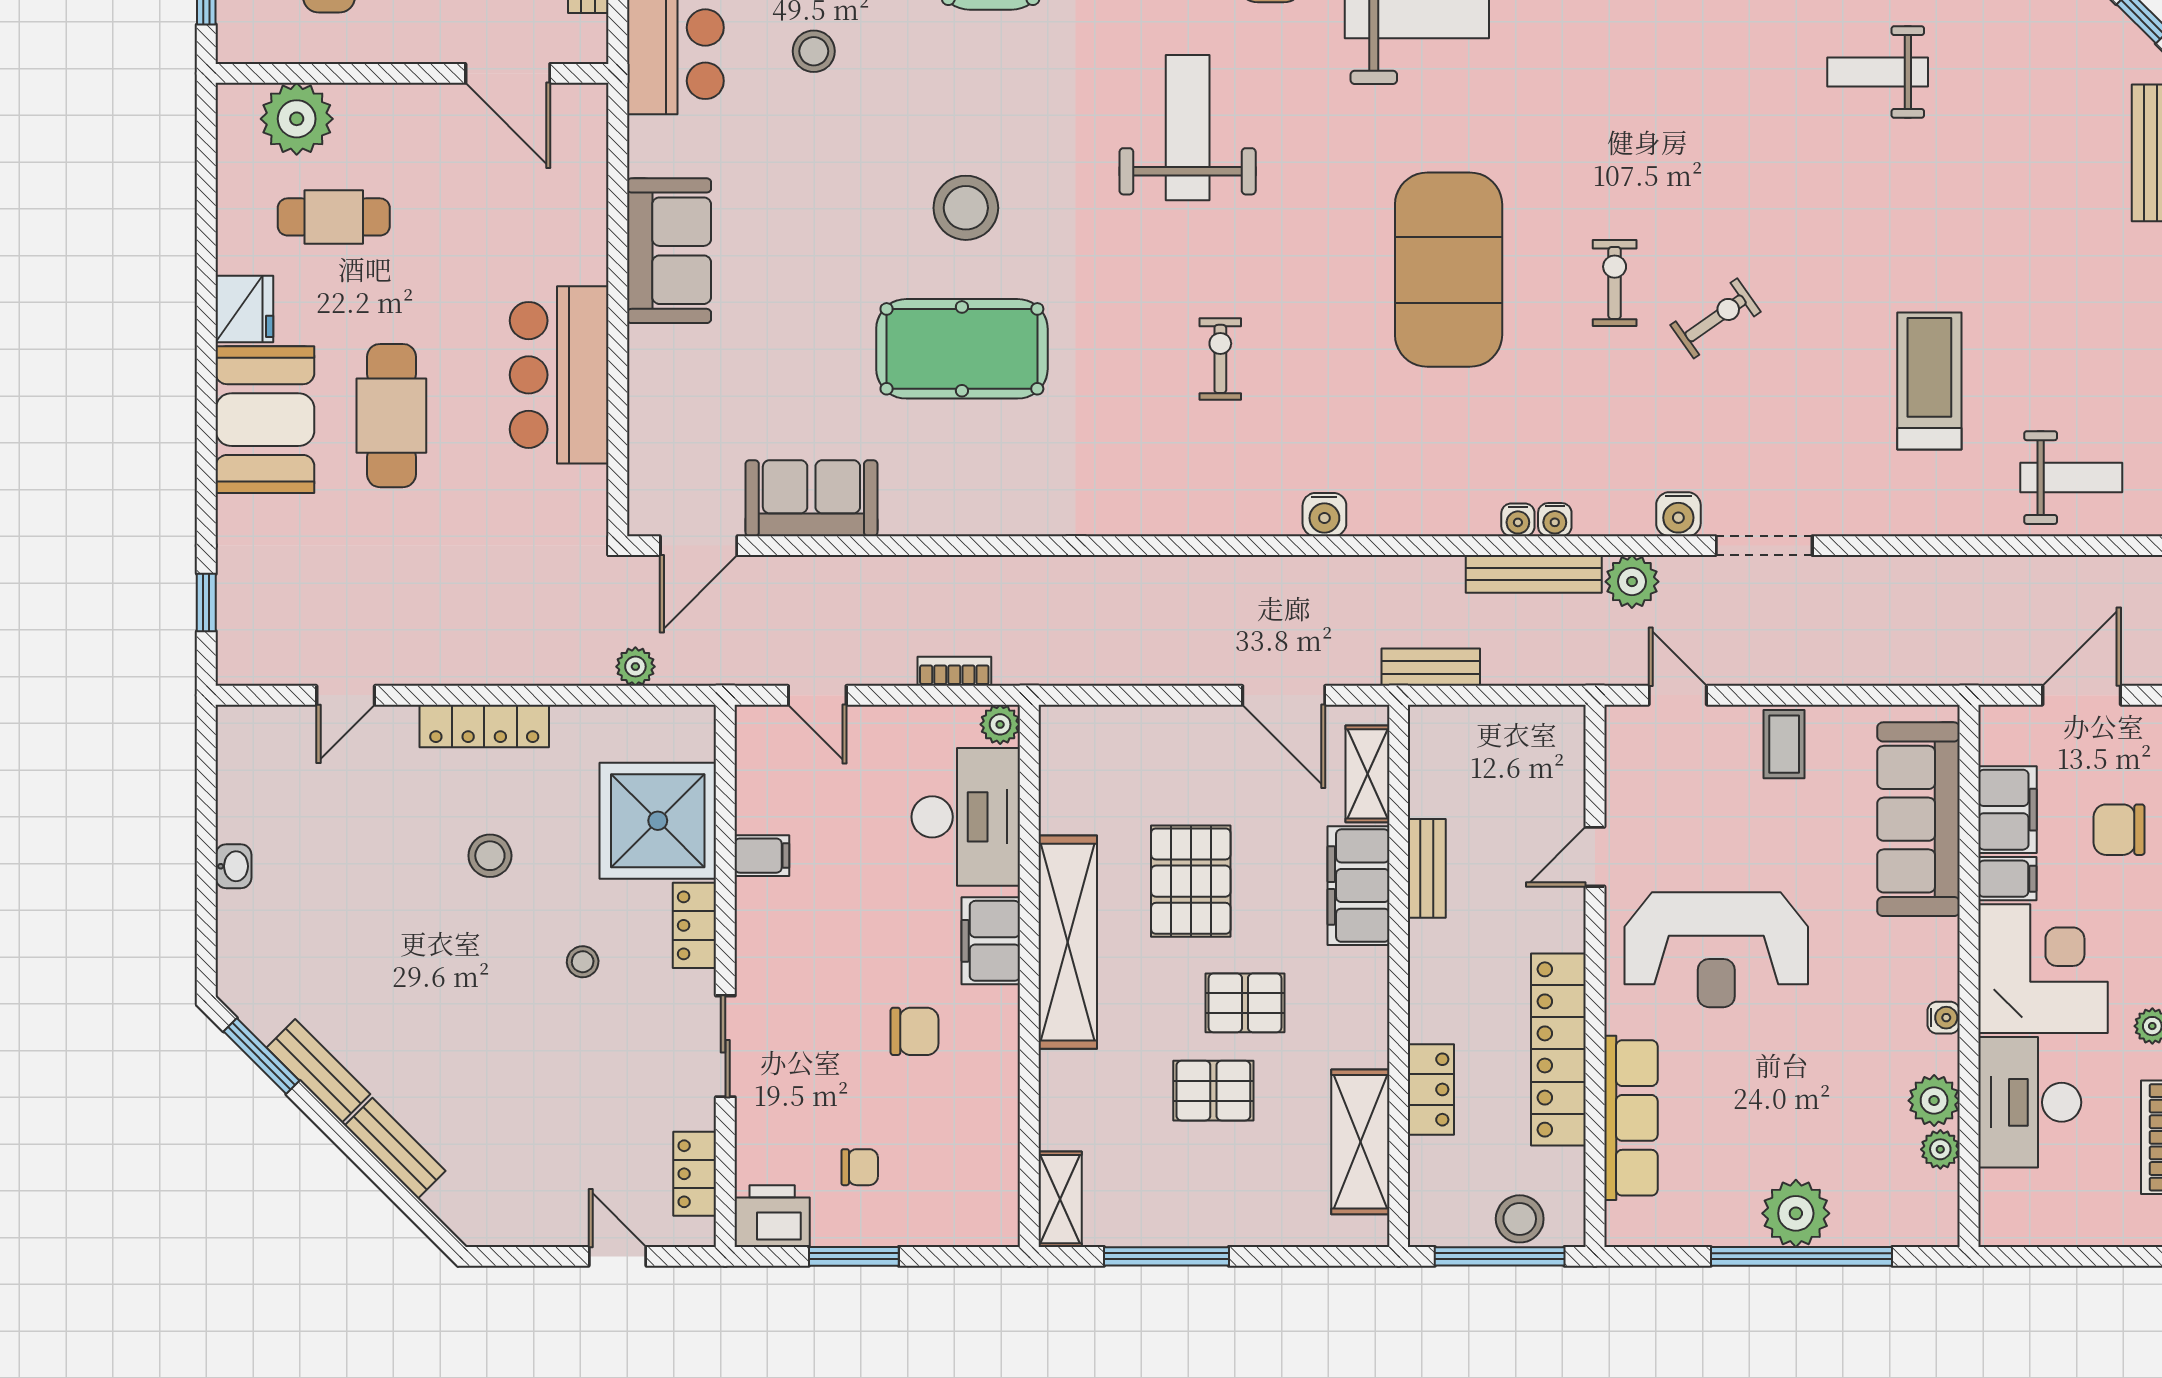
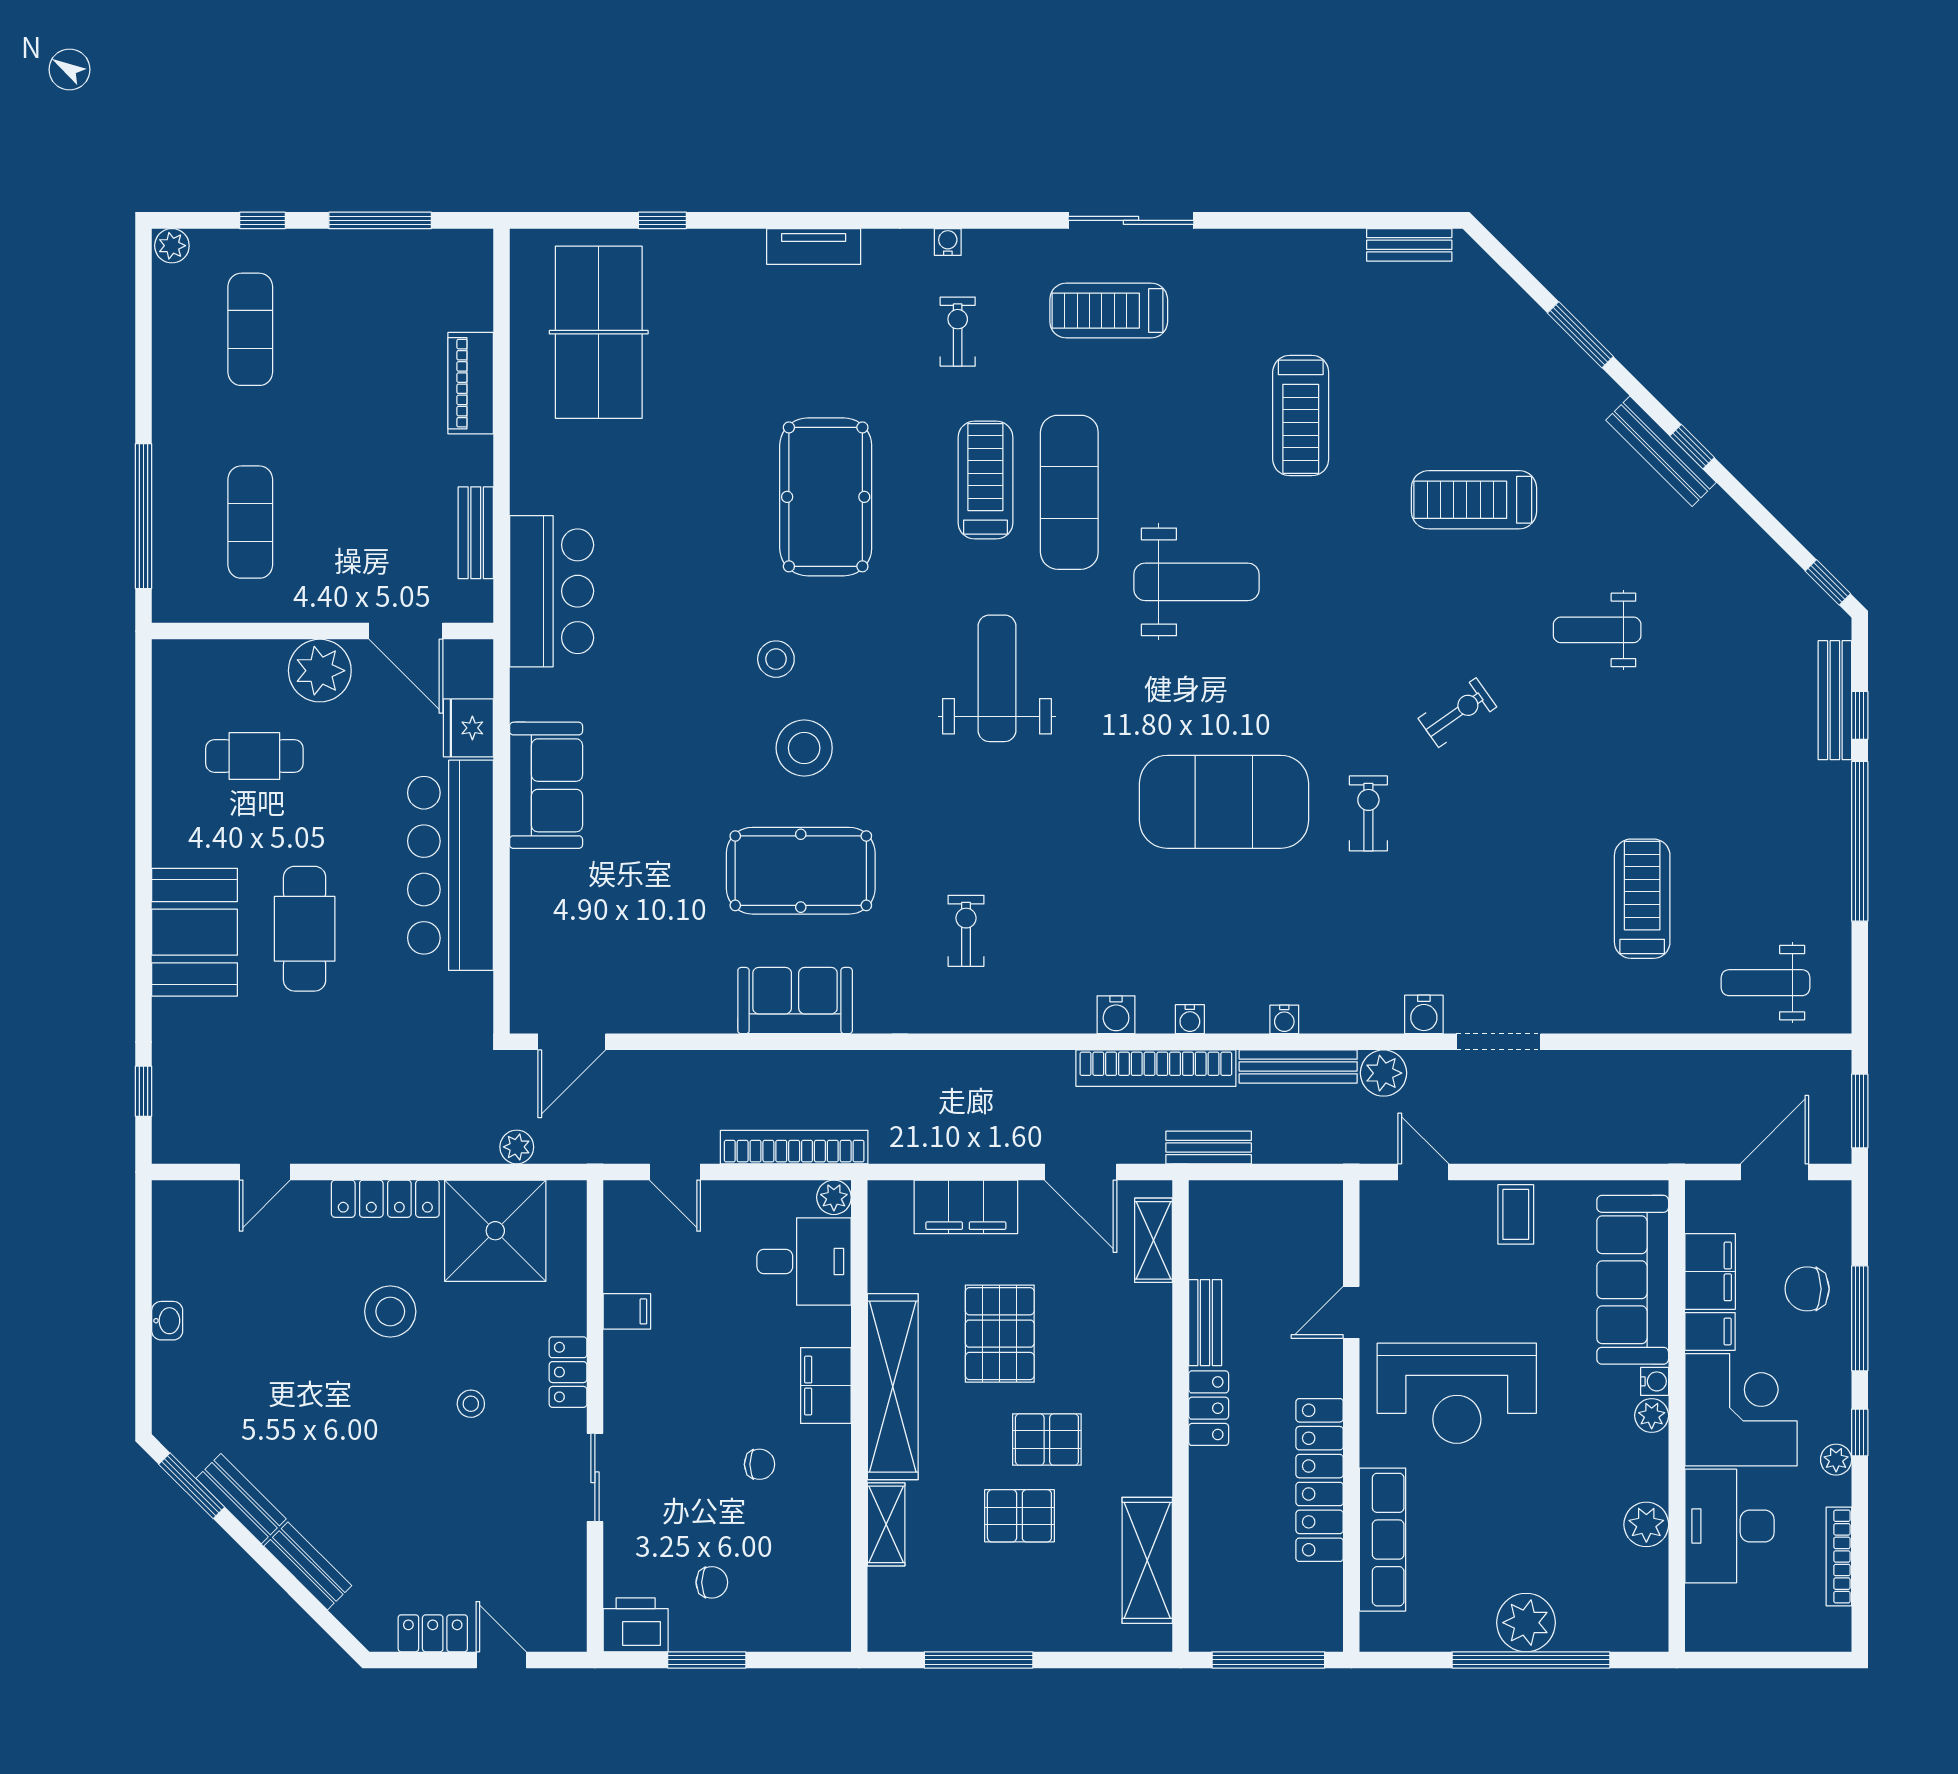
stool: (814, 51) -> (776, 659), moved
plant: (297, 119) -> (320, 671), moved
exercise mat: (1449, 270) -> (1224, 802), turned 90
fridge: (244, 309) -> (468, 728), moved, turned 180
exercise bike: (1716, 318) -> (1457, 713), moved
exercise bike: (1220, 359) -> (966, 931), moved
bar counter: (559, 375) -> (450, 865), width x1.36
weight bench: (2071, 478) -> (1766, 983), turned 180
sofa: (811, 498) -> (795, 1001), moved
water cooler: (1555, 520) -> (1190, 1019), moved
bookcase: (1370, 576) -> (1156, 1068), added
bookcase: (954, 671) -> (794, 1147), width x2.31, depth x1.31
desk: (966, 817) -> (804, 1261), width x0.73
shower: (658, 821) -> (495, 1231), moved
stool: (490, 856) -> (390, 1312), width x1.38, depth x1.38
filing cabinet: (1358, 886) -> (966, 1207), moved, turned -90
water cooler: (1944, 1018) -> (1655, 1381), moved
chair: (915, 1031) -> (760, 1464), width x0.73, depth x0.73
locker: (1431, 1089) -> (1209, 1408), moved
plant: (1940, 1149) -> (1652, 1416), moved
locker: (695, 1174) -> (433, 1633), moved, turned 90
shelving: (1060, 1199) -> (886, 1524), moved
stool: (1520, 1219) -> (1286, 1627), removed

